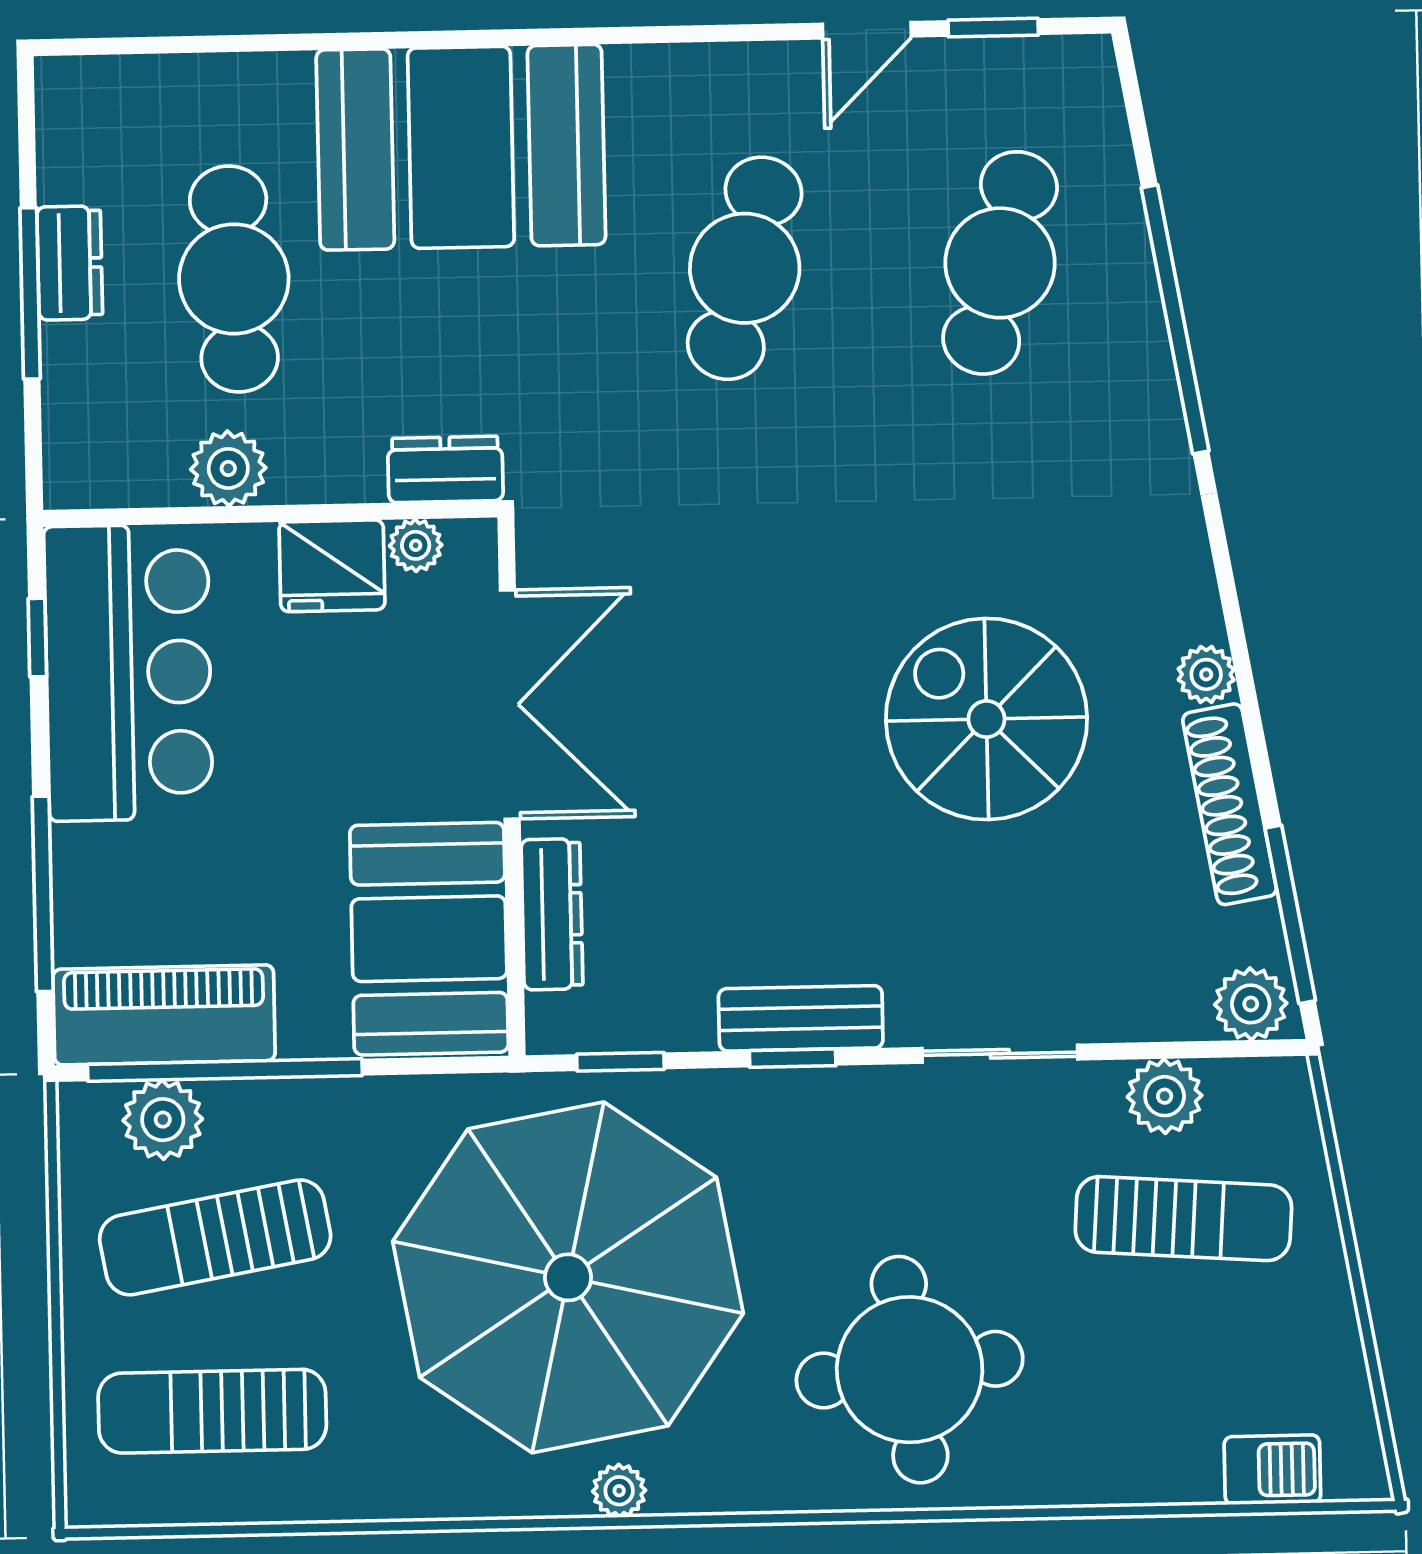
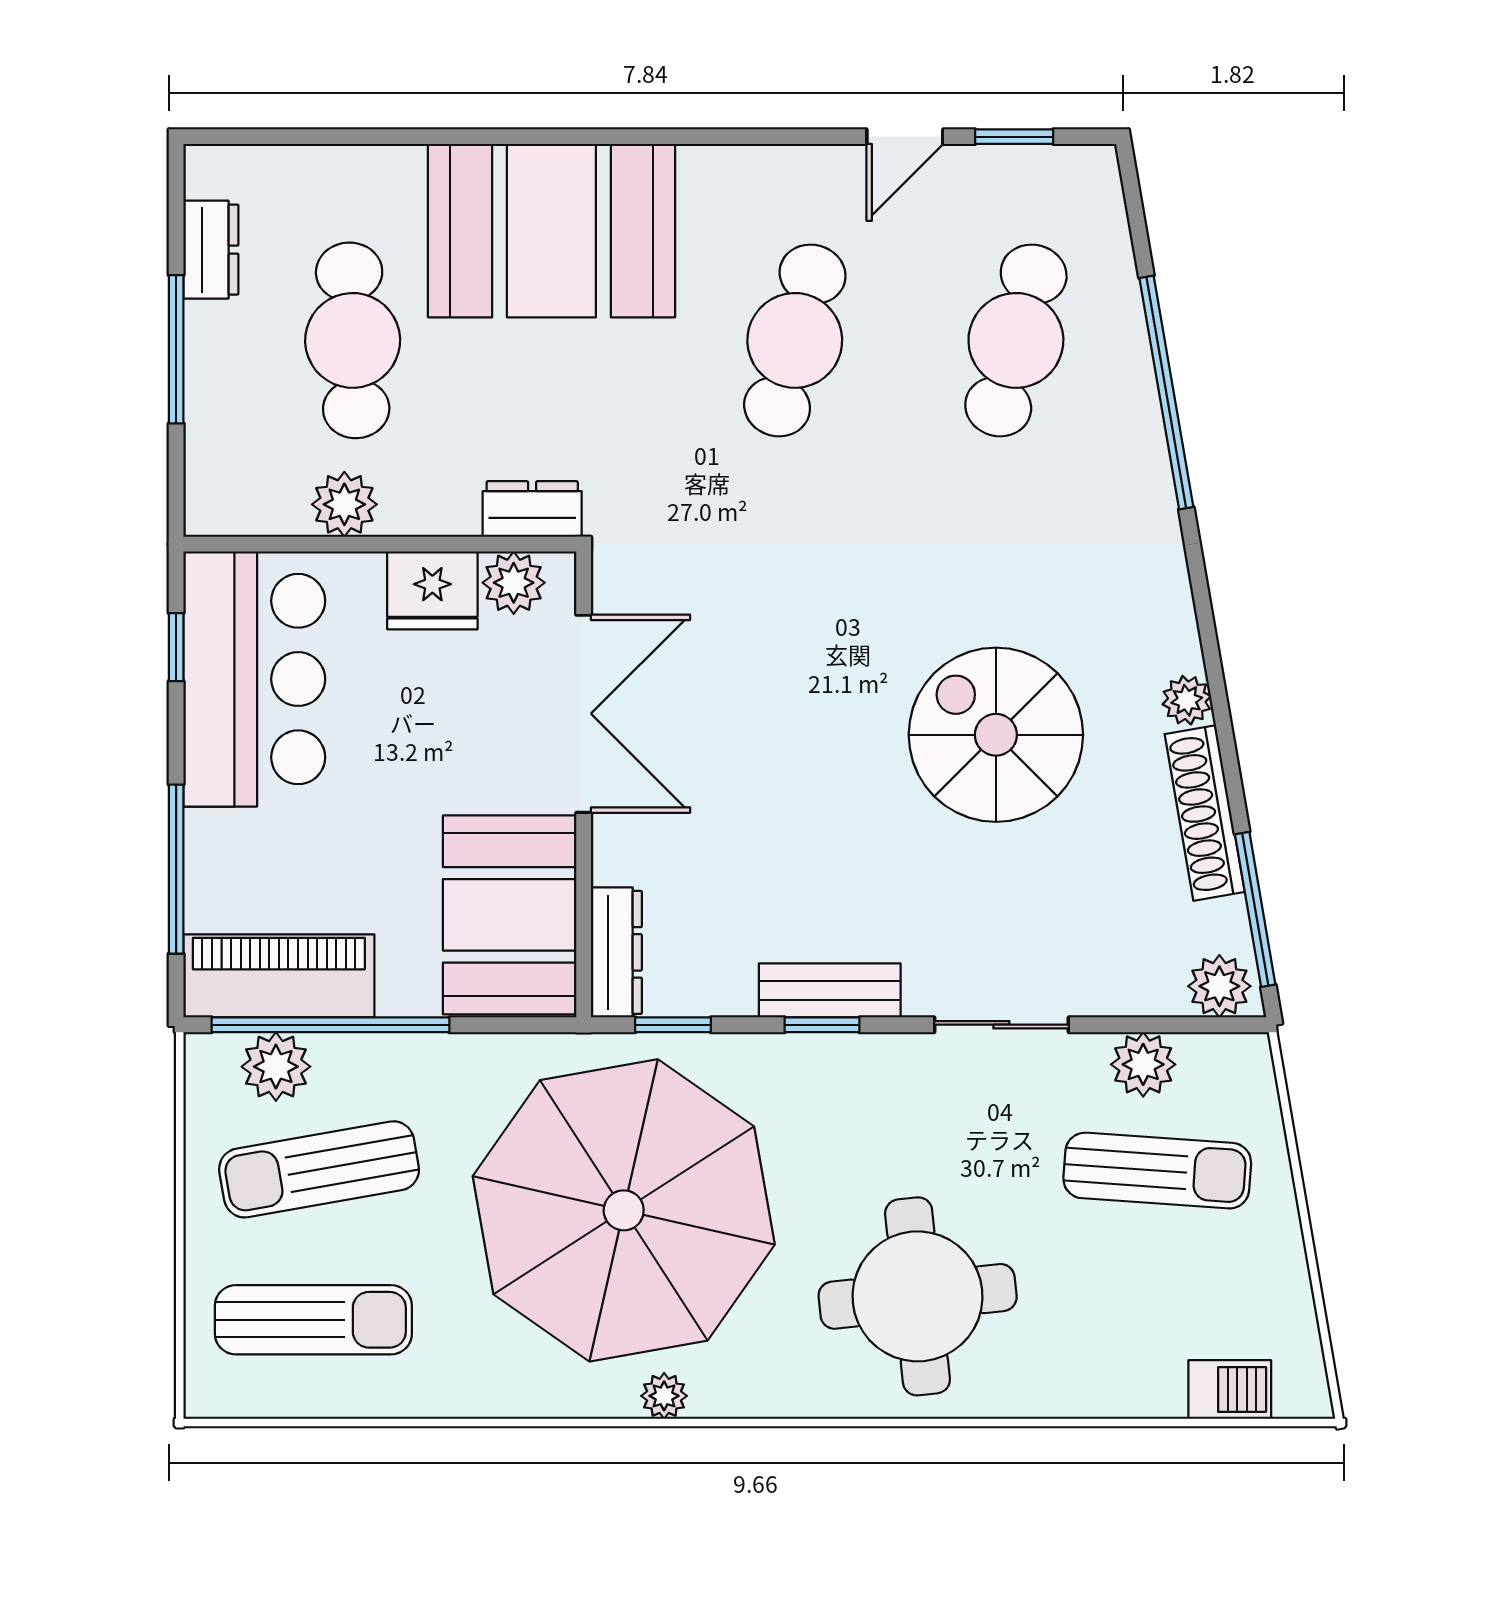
dresser: (70, 263) -> (211, 250), moved
plant: (416, 545) -> (514, 583), width x1.38, depth x1.38
dresser: (552, 914) -> (616, 952), moved
sun lounger: (212, 1411) -> (313, 1320), turned 180

